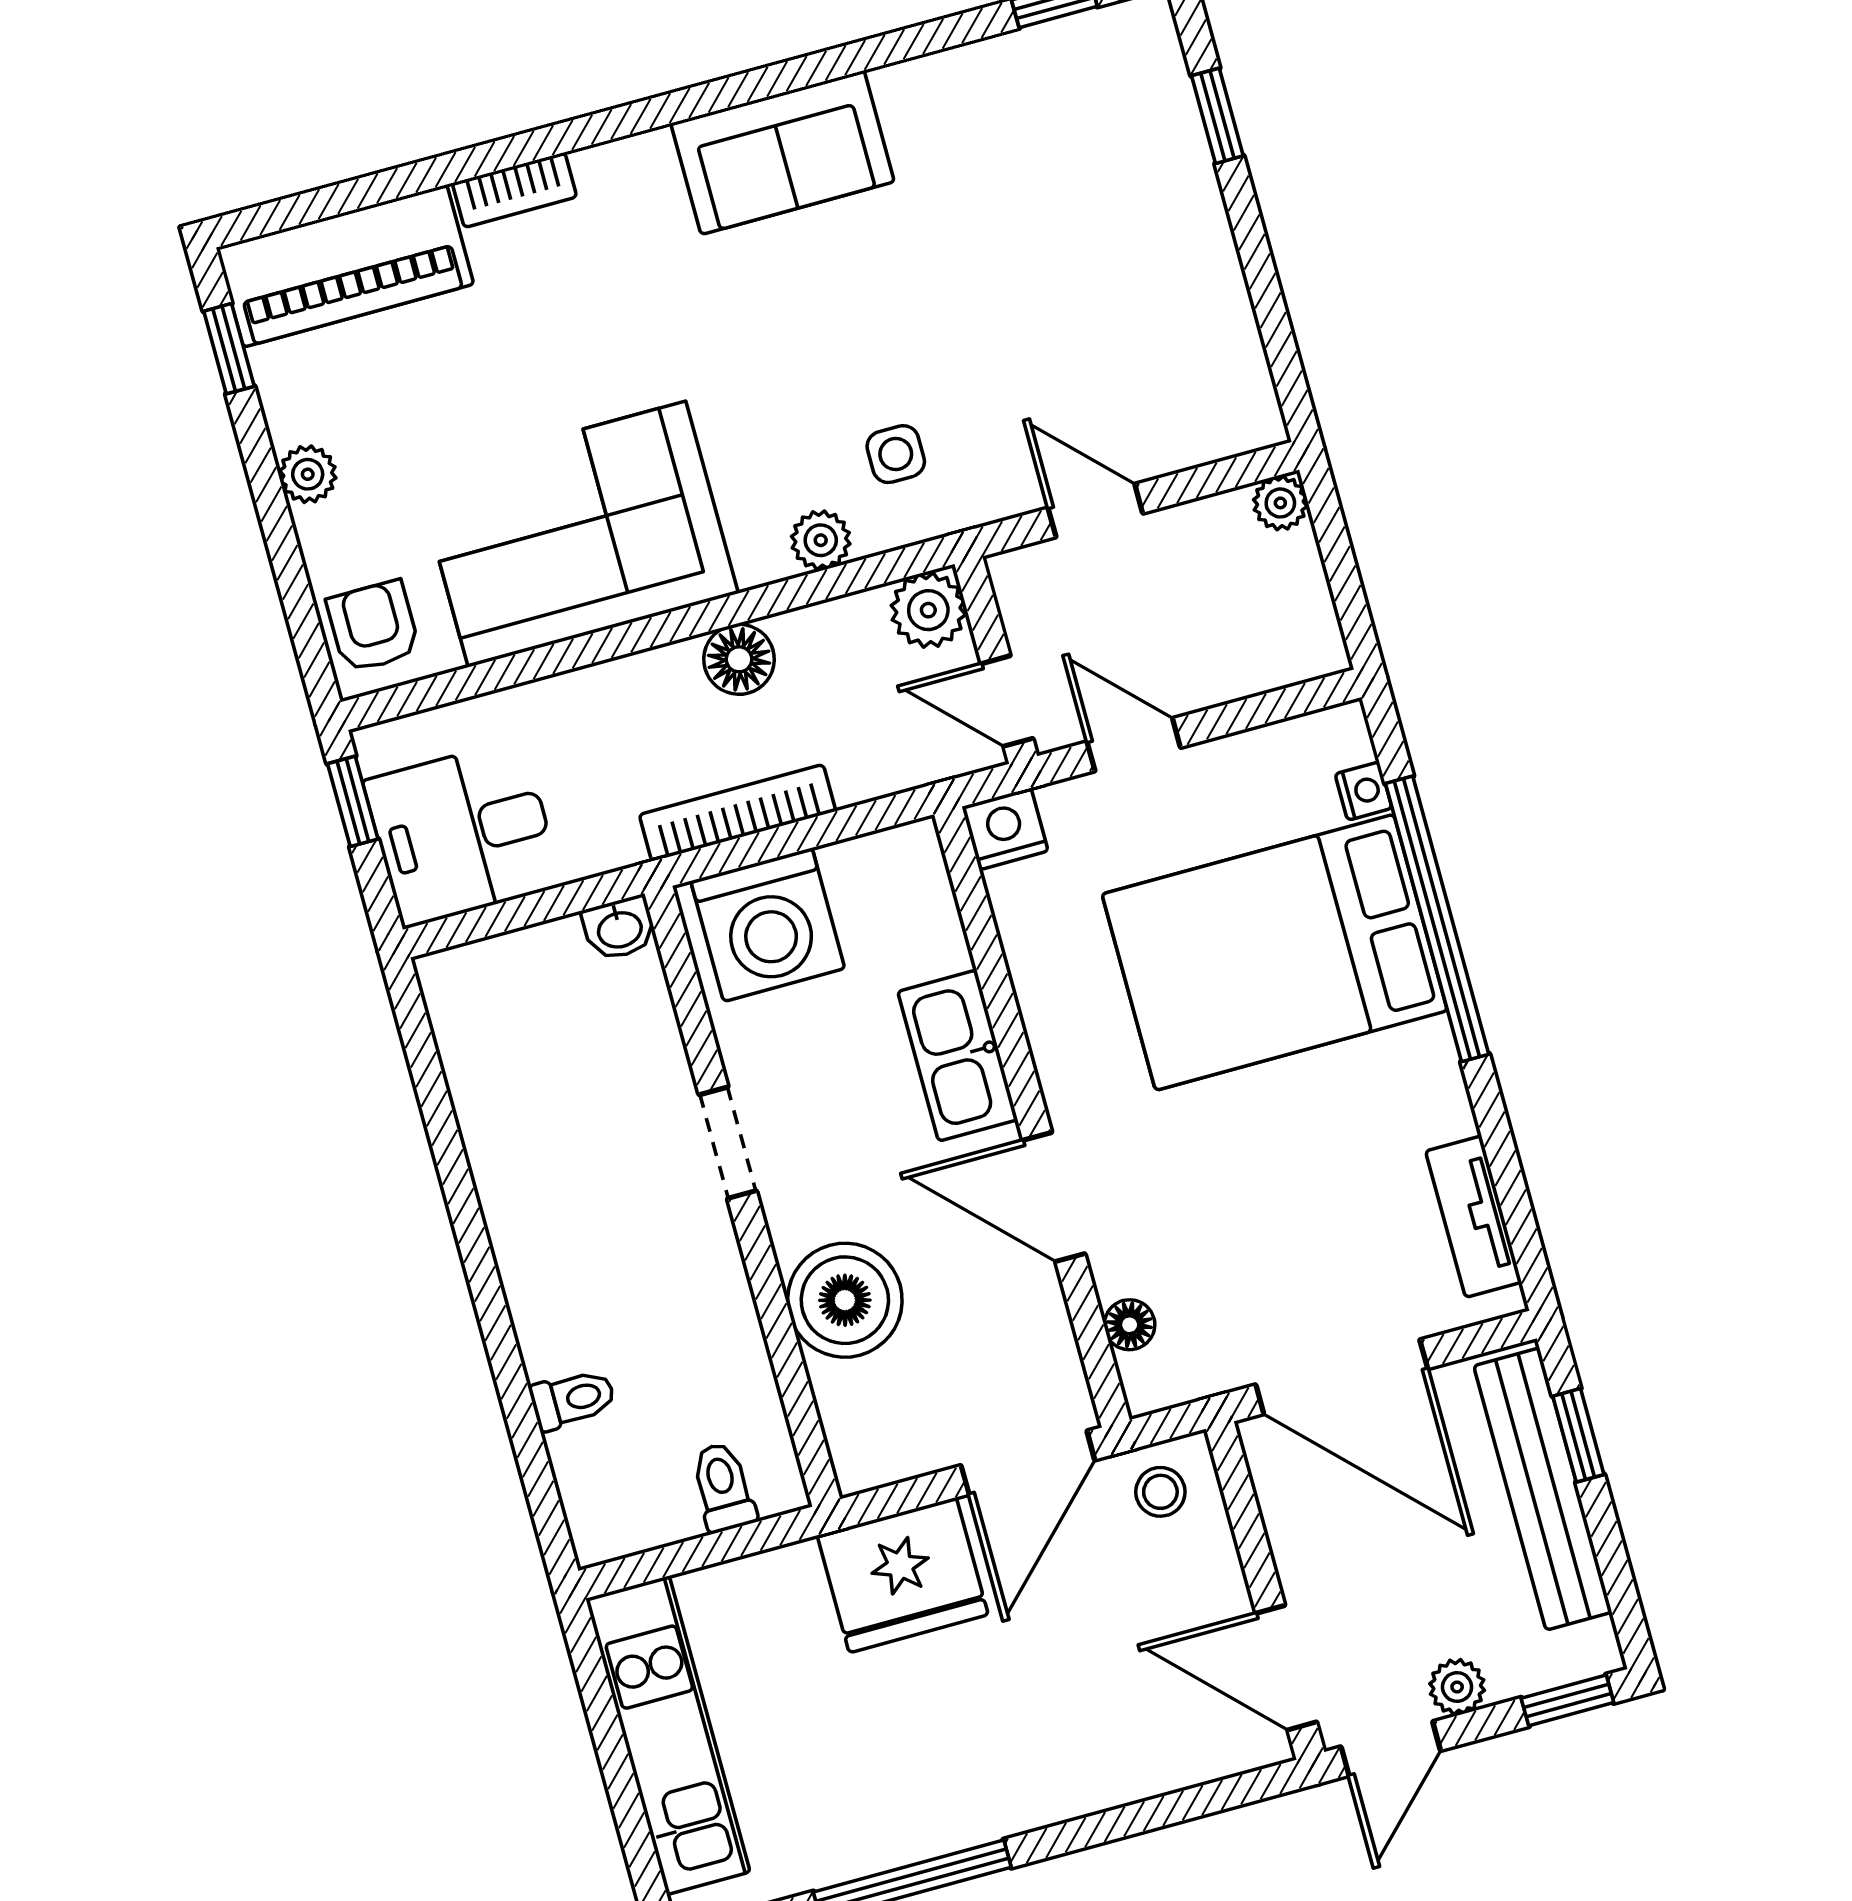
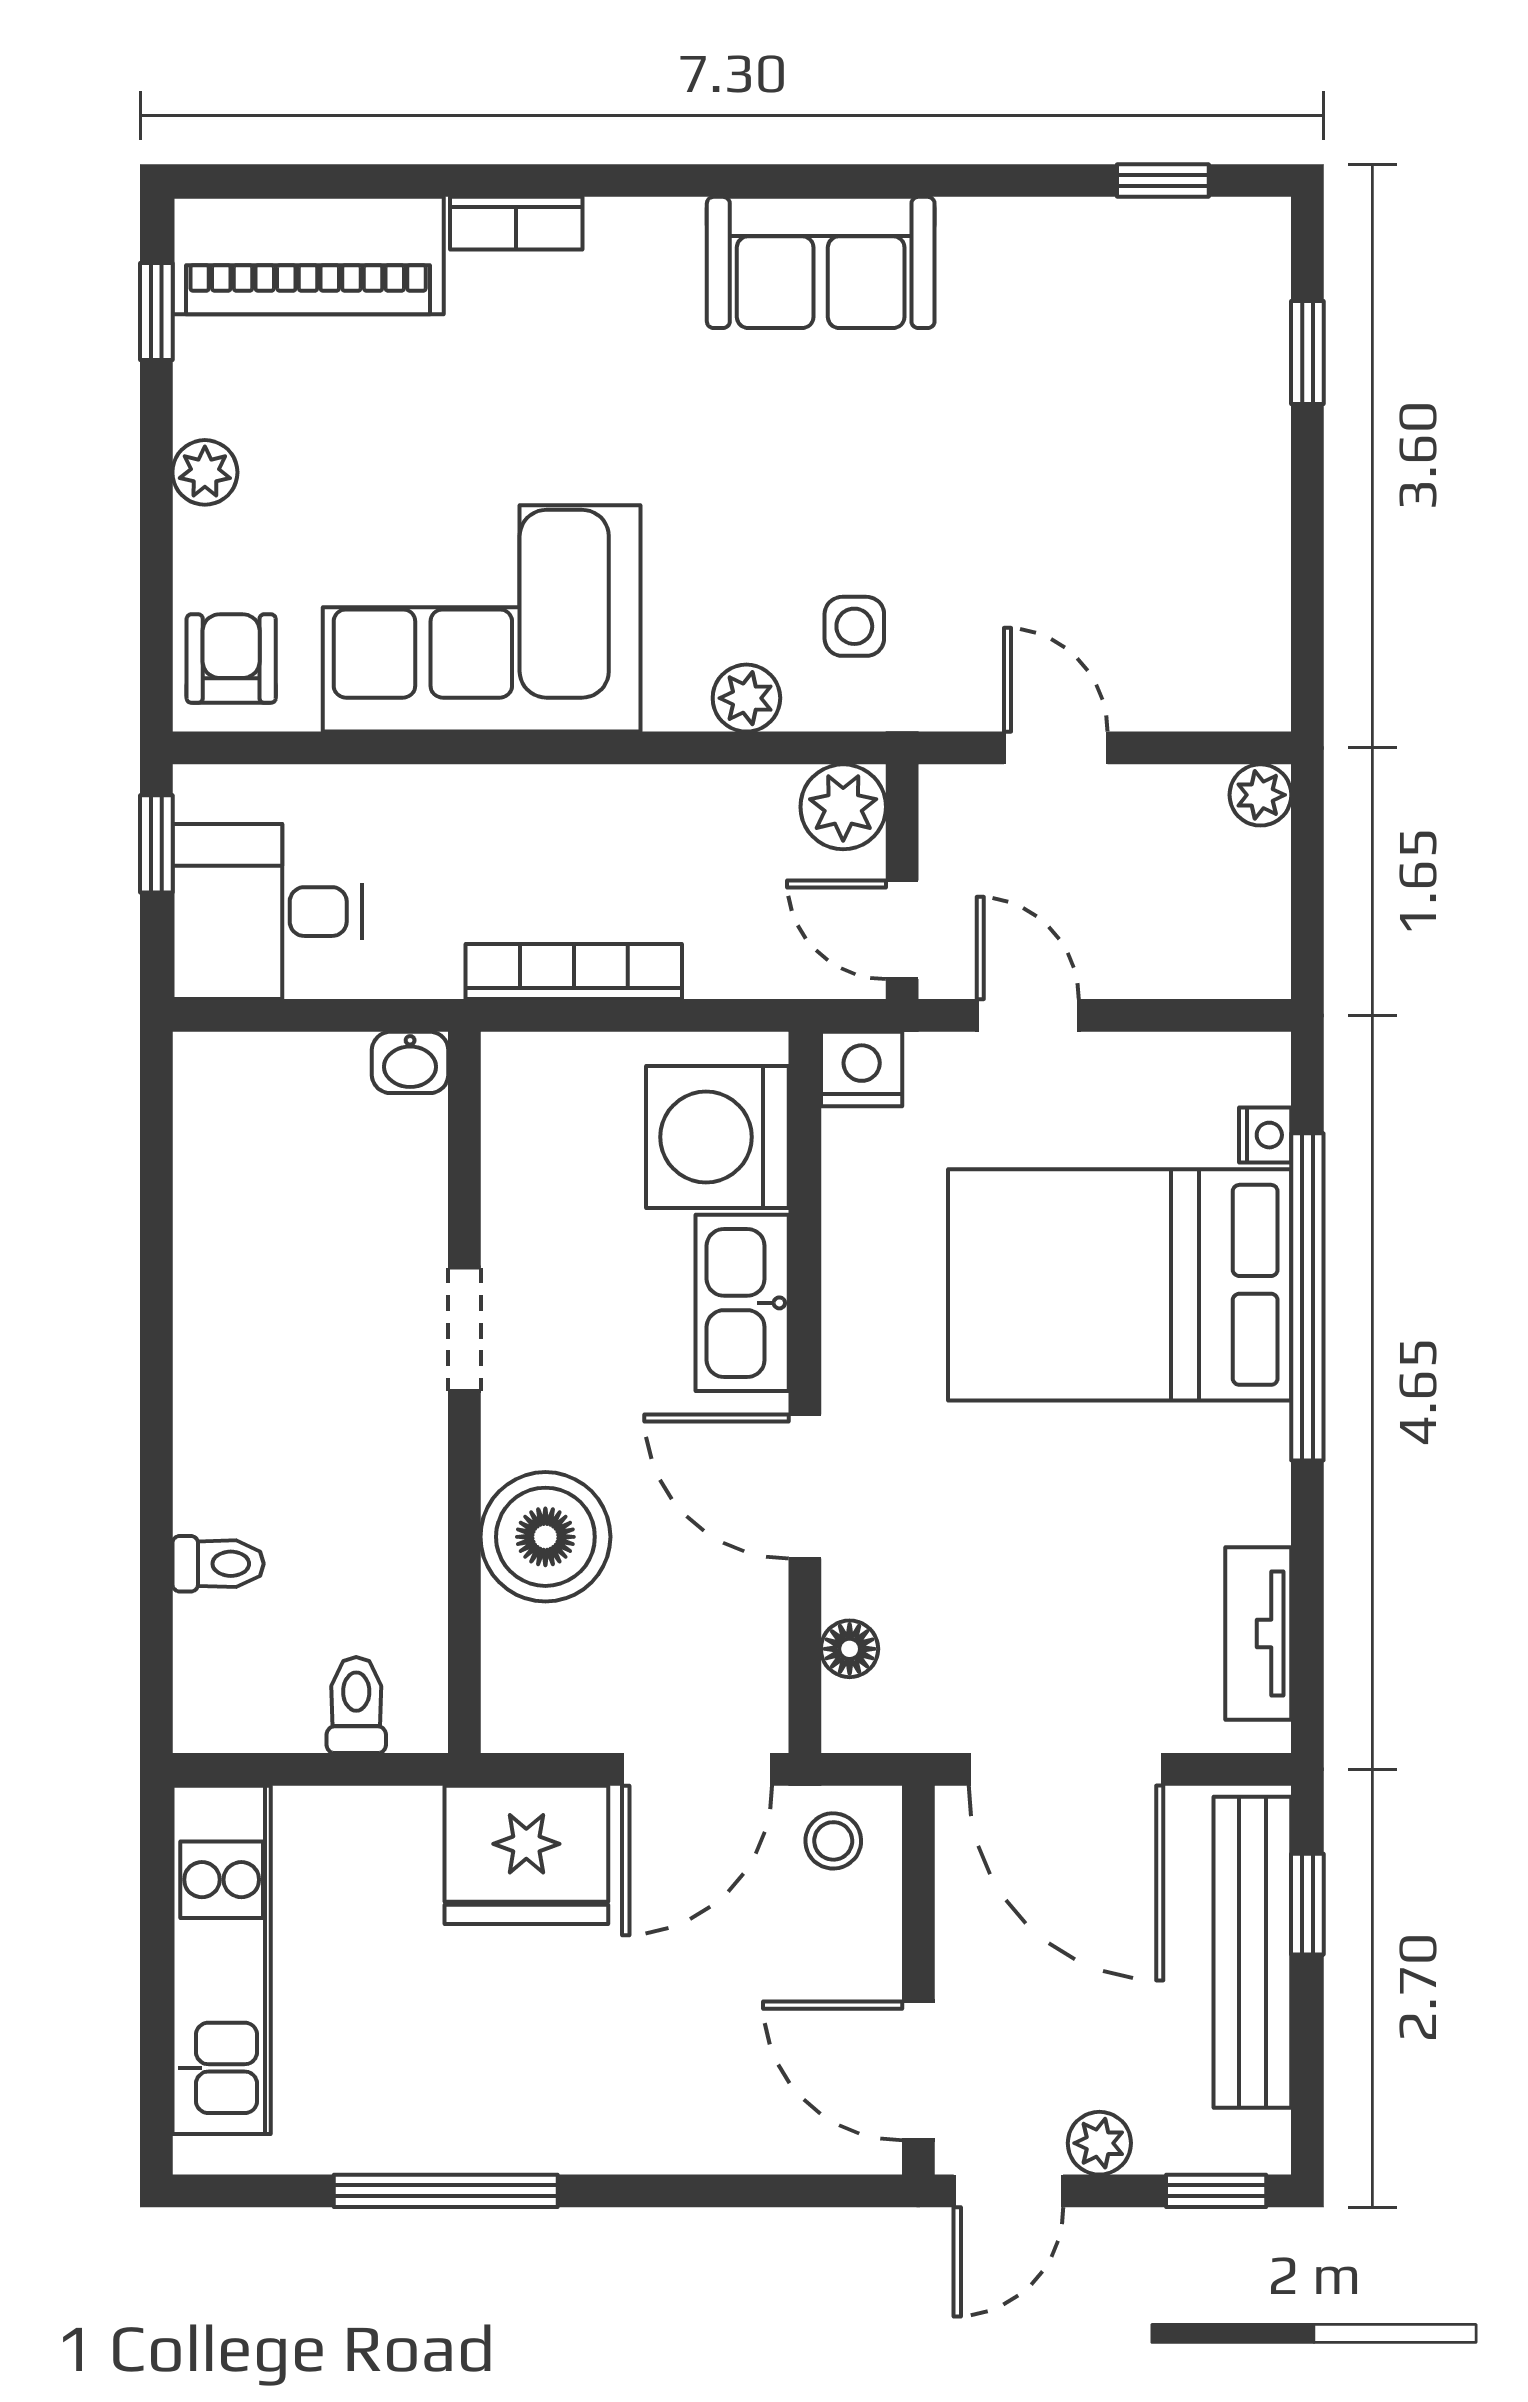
floor lamp: (739, 659) -> (621, 804), removed
washing machine: (768, 925) -> (717, 1137), moved, turned 90

